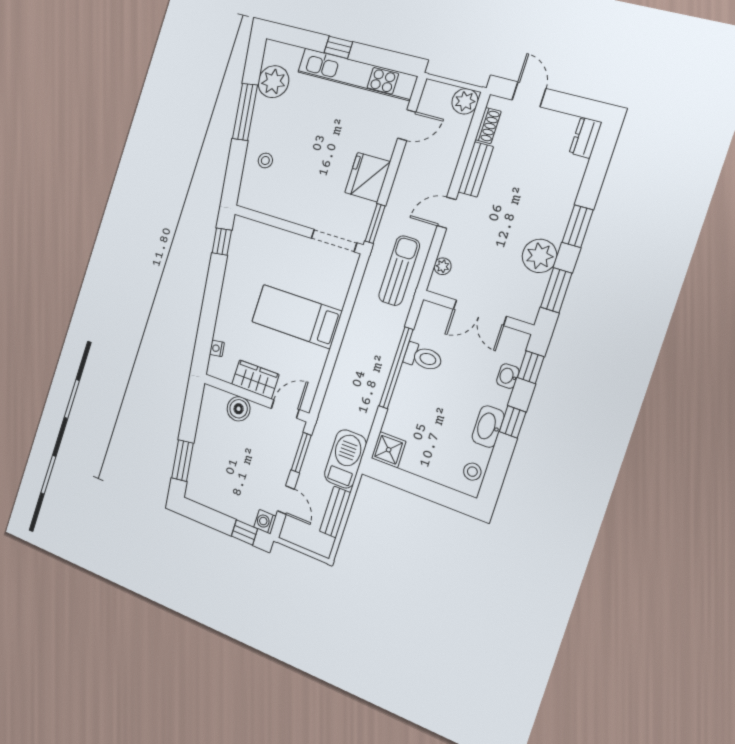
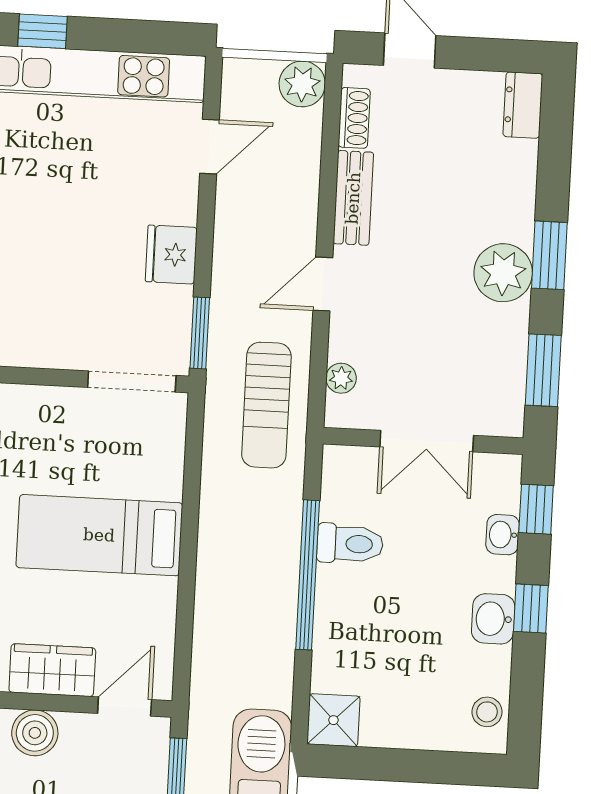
fridge: (367, 177) -> (171, 255), width x0.73, depth x0.75
plant: (540, 256) -> (503, 273), moved
sun lounger: (399, 271) -> (266, 405), turned 180
washbasin: (488, 426) -> (493, 619), width x0.72

